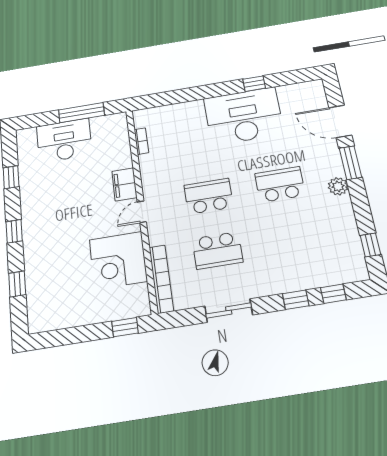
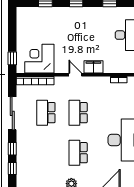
school desk: (280, 184) -> (78, 153), turned 180
school desk: (209, 196) -> (78, 113), turned 180
corner desk: (118, 260) -> (39, 59), moved
sliding door: (229, 311) -> (12, 113), width x1.37

